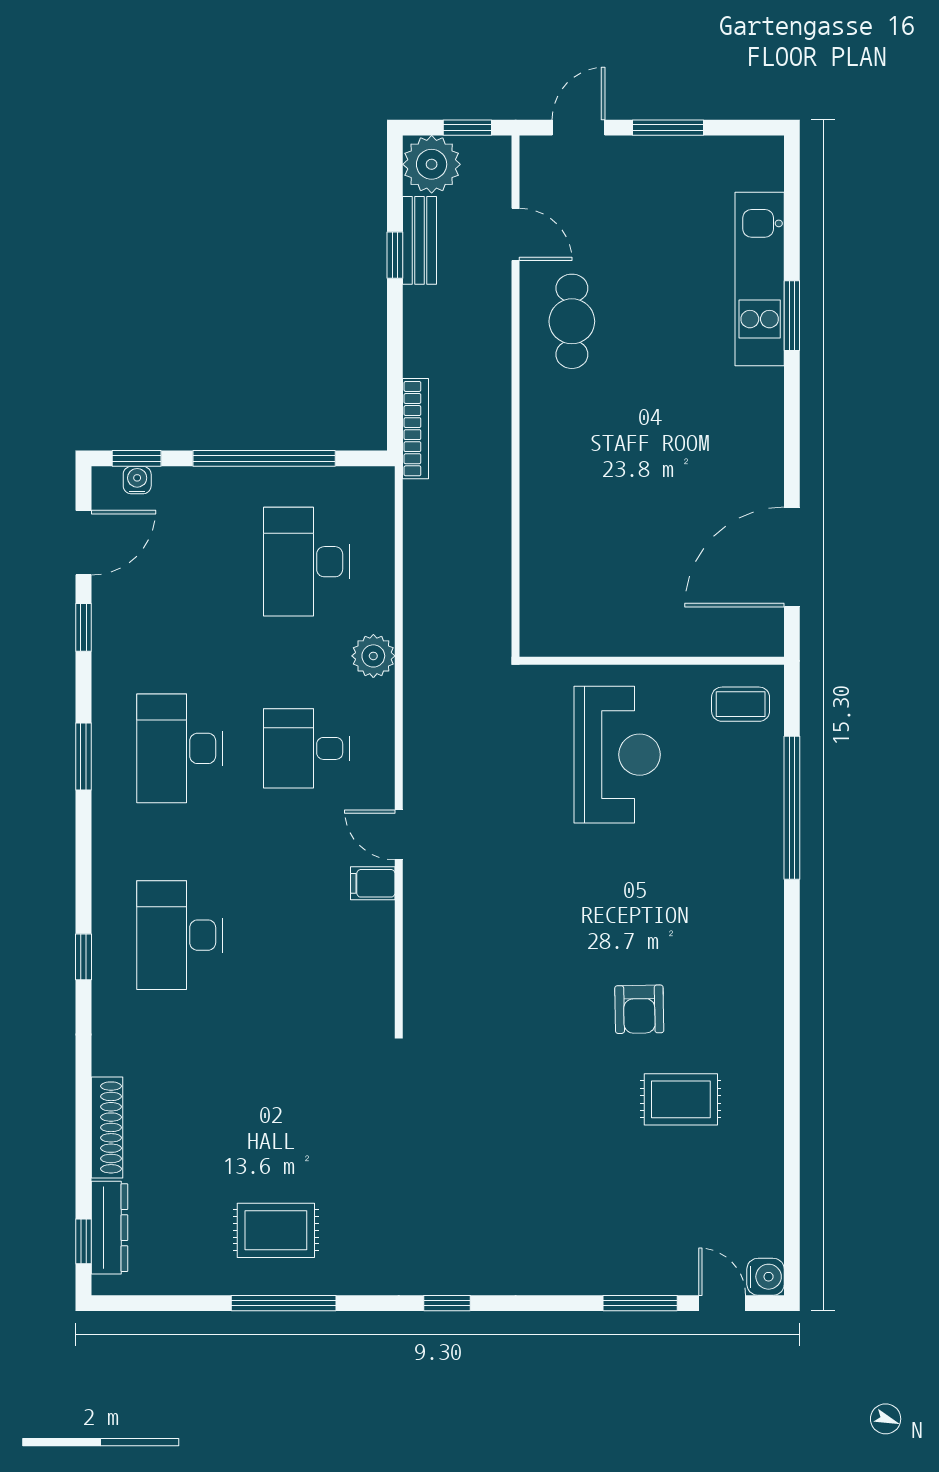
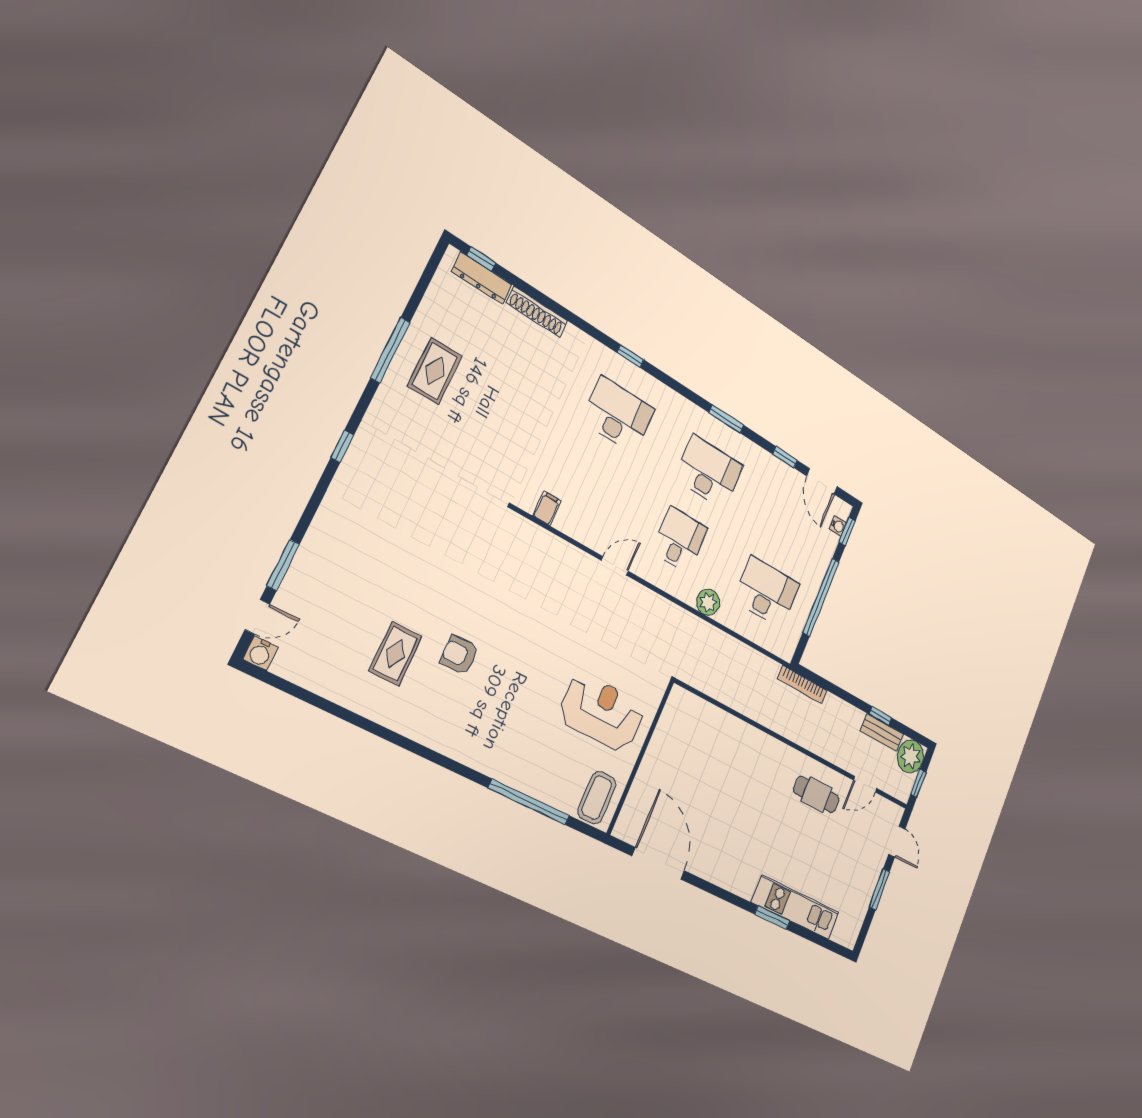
coffee table: (741, 704) -> (597, 798), width x1.36, depth x1.30
reception desk: (617, 755) -> (602, 712), turned 180
filing cabinet: (373, 883) -> (547, 508), moved

